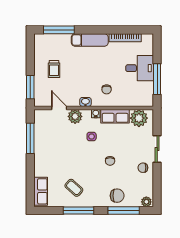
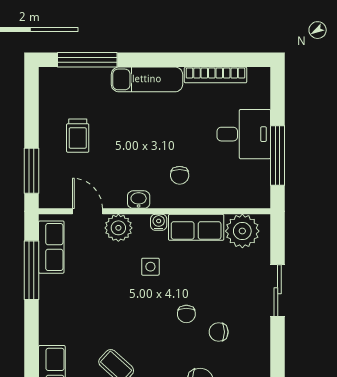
row of seats: (40, 126) -> (51, 247), added
chair: (143, 168) -> (219, 332), moved

